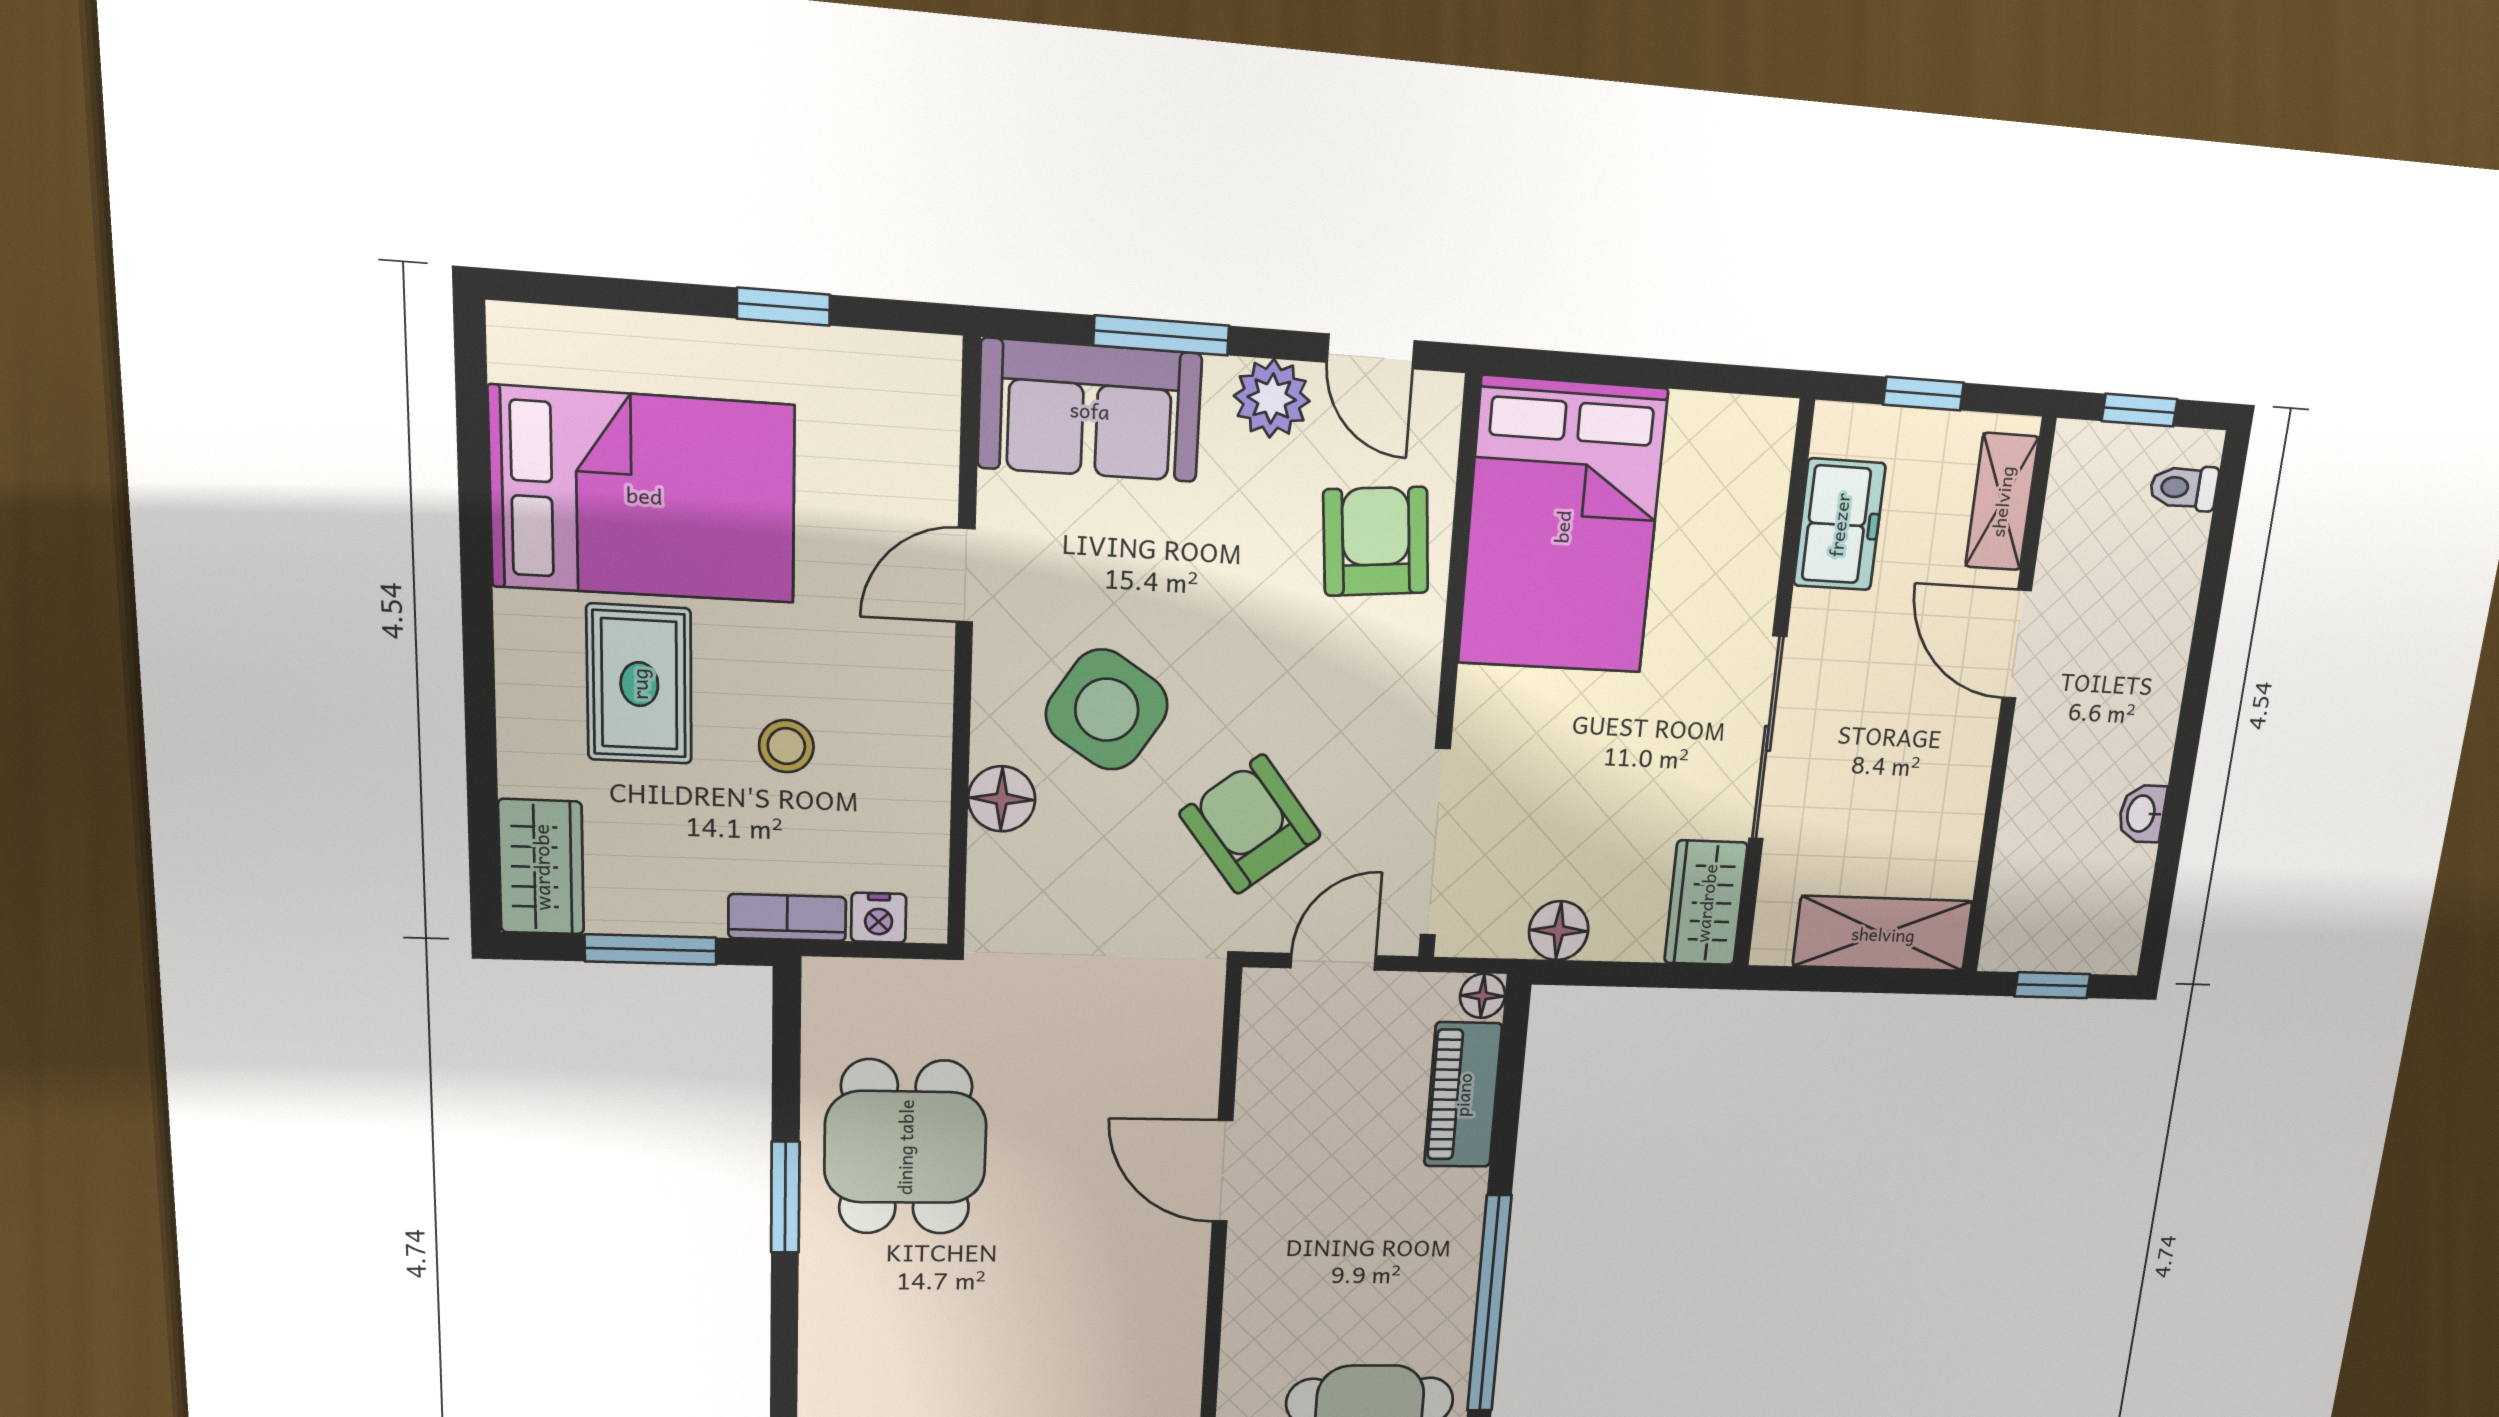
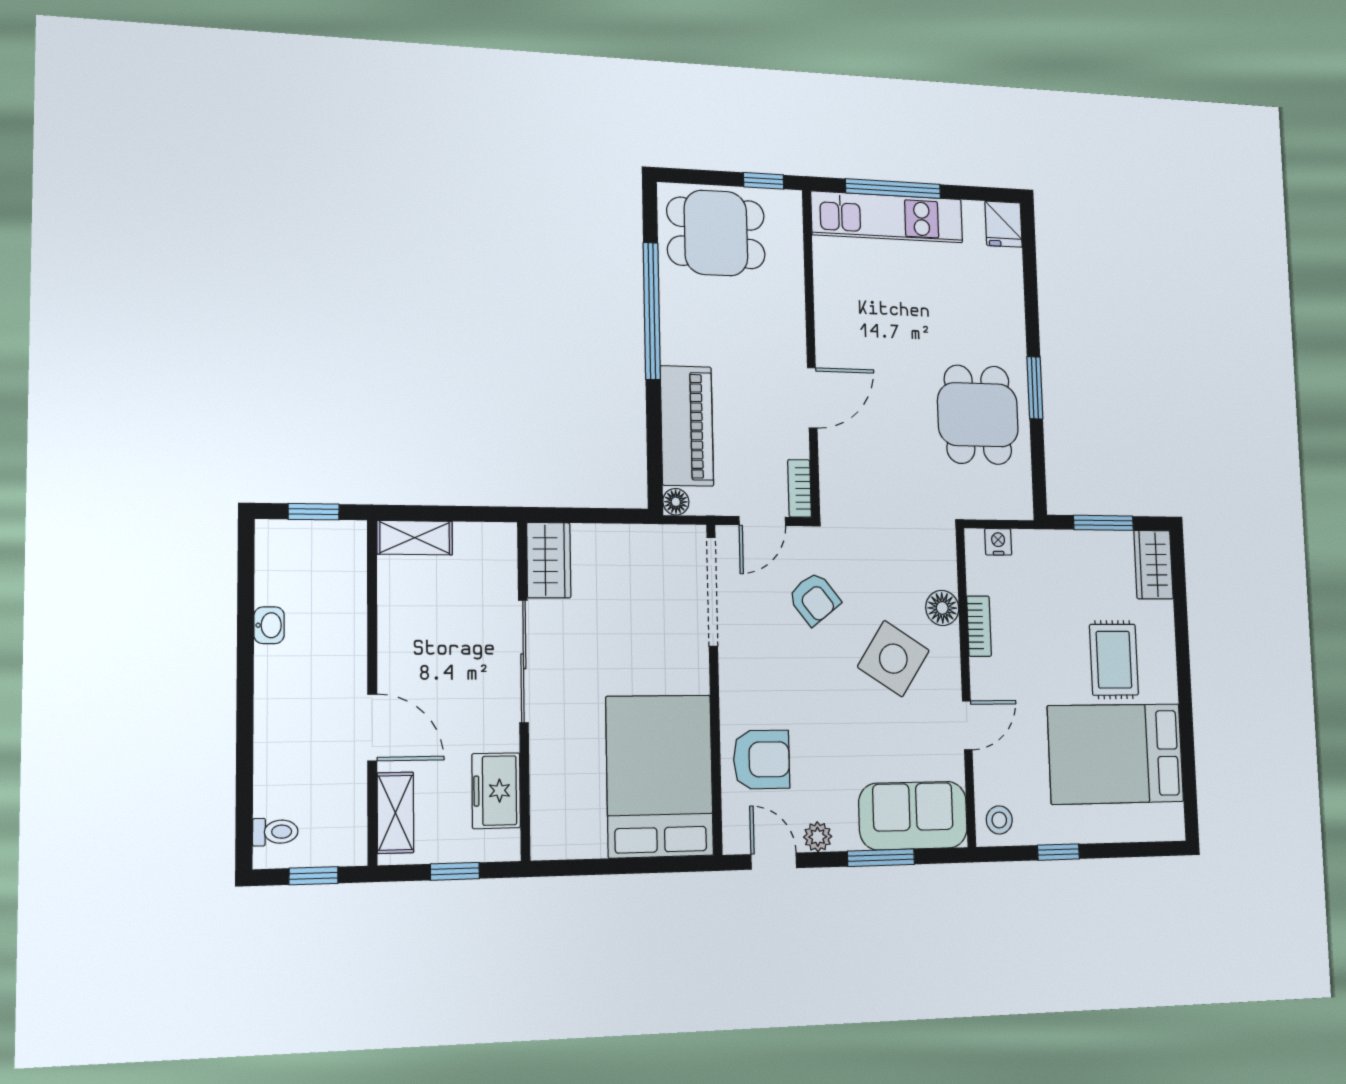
plant: (1272, 398) -> (818, 837), width x0.73, depth x0.73
armchair: (1376, 541) -> (761, 759), turned -85
stool: (786, 746) -> (999, 820), moved
armchair: (1250, 824) -> (814, 599), width x0.72, depth x0.72
bookcase: (787, 918) -> (979, 626), moved, turned -90
floor lamp: (1559, 931) -> (636, 542), removed
shelving: (1883, 934) -> (415, 538), width x0.67, depth x0.75
bookcase: (1260, 1017) -> (800, 488), added
piano: (1463, 1095) -> (687, 426), width x1.37, depth x1.33
door: (1223, 1171) -> (812, 398), hinge flipped

